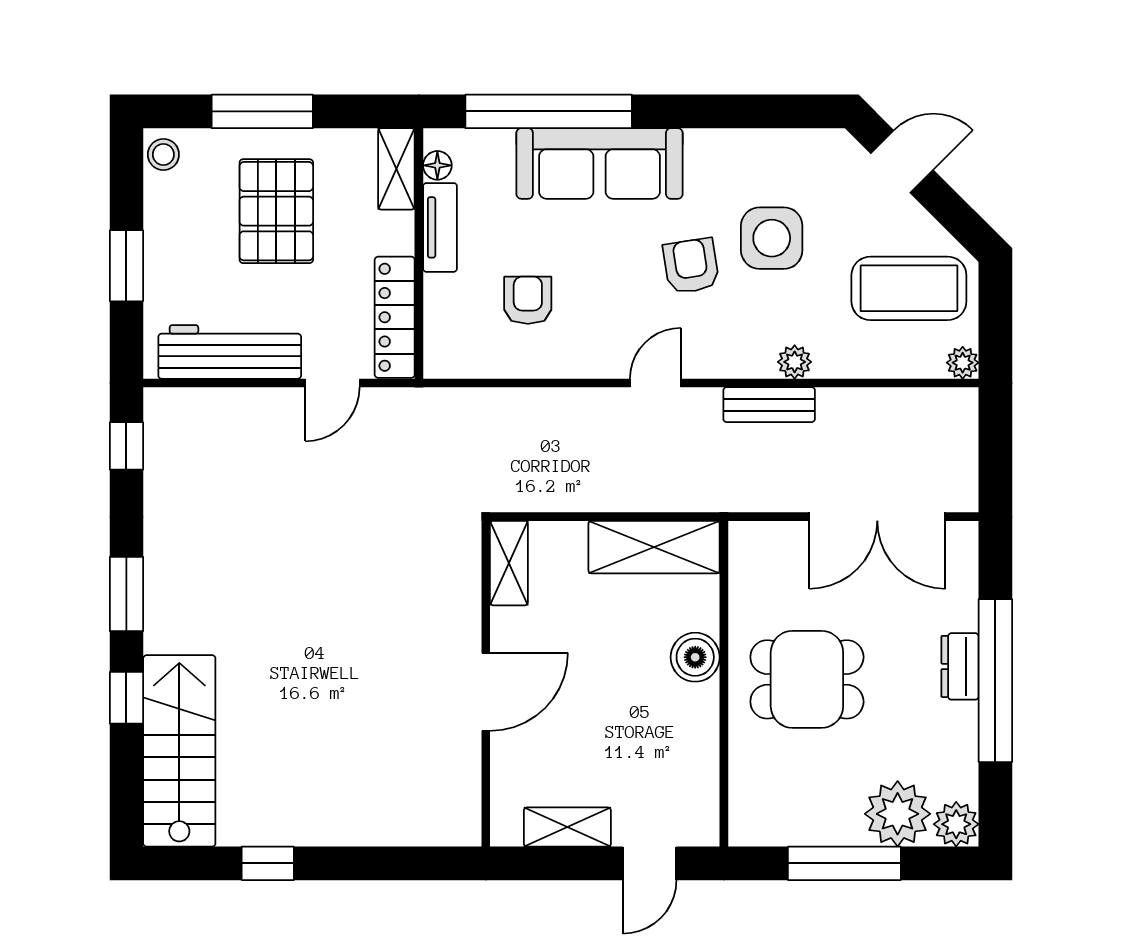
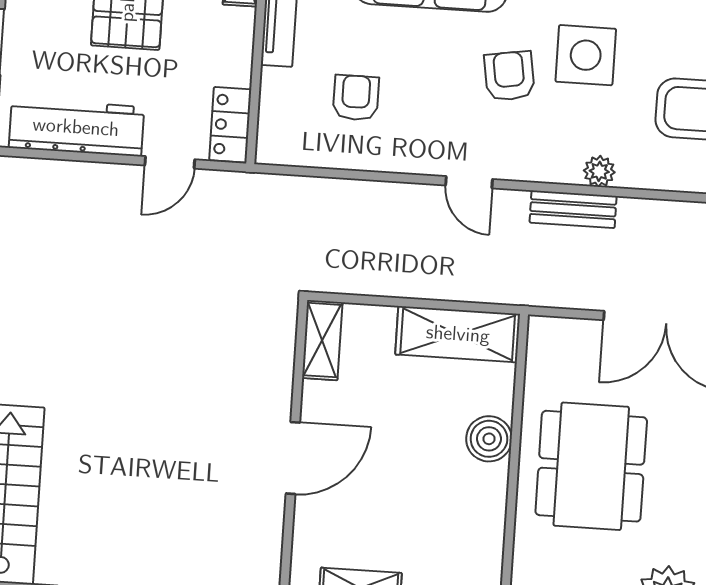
locker: (395, 317) -> (230, 125), width x0.66
door: (655, 383) -> (469, 182), swing flipped
dining table: (807, 679) -> (591, 466), width x1.38

